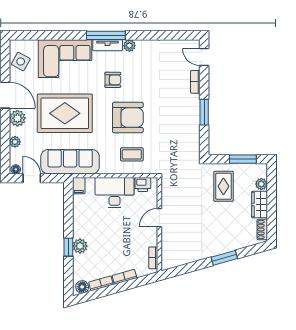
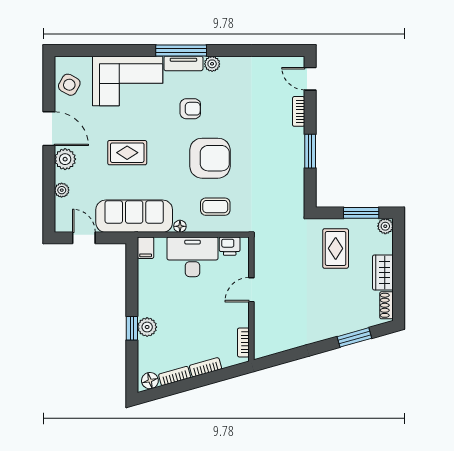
rug: (65, 113) -> (127, 153), width x0.54, depth x0.49
floor lamp: (16, 169) -> (180, 226), moved
plant: (261, 184) -> (385, 226), moved
window: (224, 258) -> (354, 337), moved

